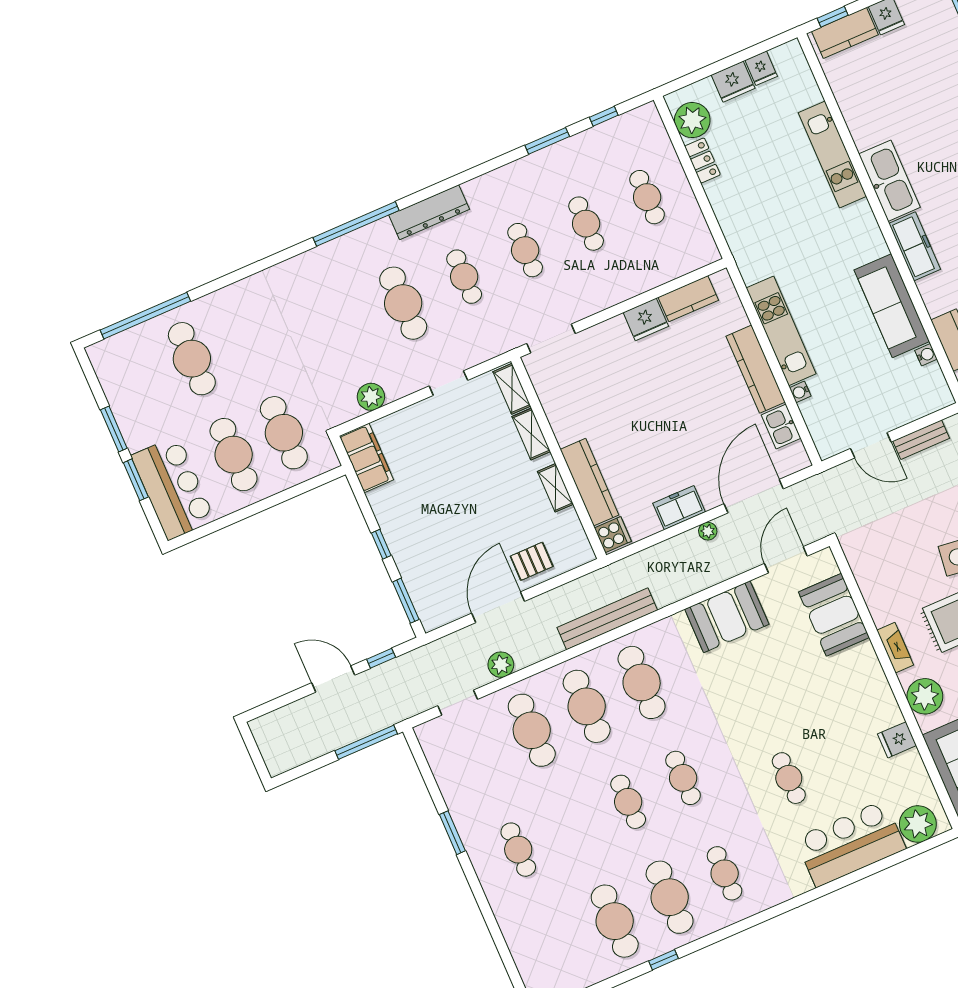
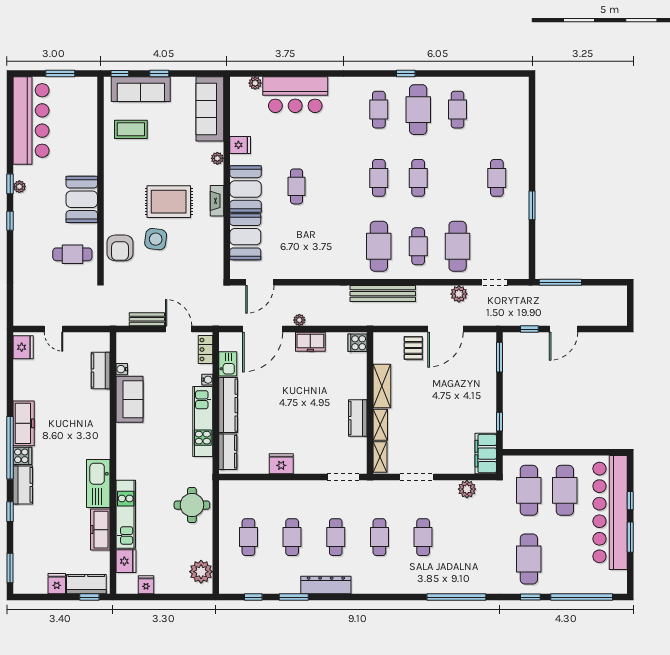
fridge: (733, 82) -> (126, 561), moved, turned 90
locker: (702, 161) -> (206, 349), moved
round table: (745, 208) -> (192, 505), added
dresser: (429, 212) -> (326, 585), moved
window: (356, 224) -> (456, 597), moved
freezer: (915, 246) -> (100, 530), moved
window: (217, 284) -> (530, 597), added
kitchen counter: (688, 299) -> (228, 452), moved, turned 90
cafe table: (403, 303) -> (423, 537), width x0.73, depth x0.74
sofa: (892, 306) -> (129, 399), width x0.73
cafe table: (192, 359) -> (529, 559), moved
doorway: (448, 383) -> (417, 477), width x1.38
window: (136, 480) -> (630, 501), width x0.67
kitchen counter: (589, 482) -> (358, 418), moved, width x0.67
bar counter: (173, 488) -> (610, 512), width x1.86
shelving: (555, 488) -> (382, 386), width x1.50, depth x1.33
window: (381, 544) -> (499, 422), moved
pallet: (532, 561) -> (413, 348), turned 90
booth: (727, 617) -> (246, 189), moved, turned 90
door: (333, 679) -> (564, 329), hinge flipped
plant: (925, 696) -> (217, 158), width x0.53, depth x0.53
cafe table: (587, 706) -> (418, 246), width x0.73, depth x0.74
cafe table: (789, 778) -> (297, 186), moved
plant: (918, 824) -> (255, 83), width x0.53, depth x0.53
cafe table: (615, 921) -> (458, 110), width x0.73, depth x0.74
window: (664, 960) -> (406, 74), moved

